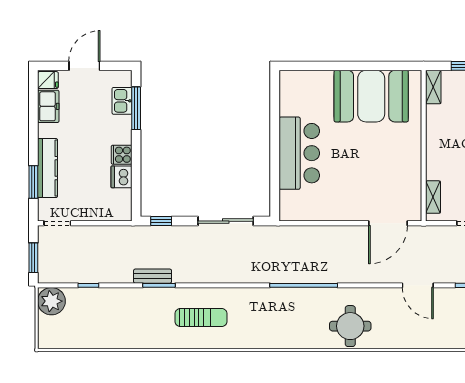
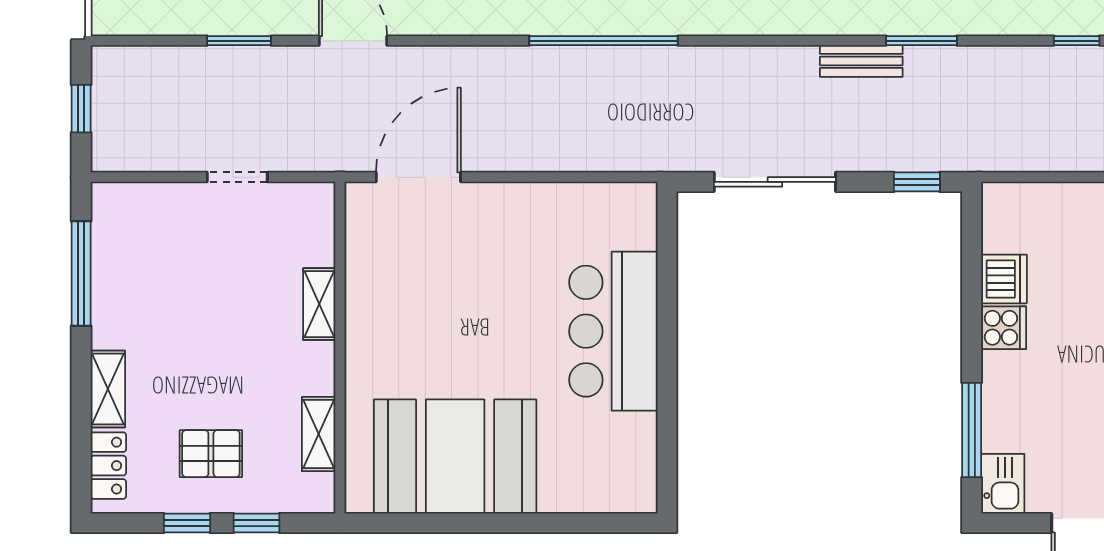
shelving: (433, 87) -> (319, 434), moved
kitchen sink: (122, 101) -> (1003, 484), moved
shelving: (433, 197) -> (319, 304), moved
bench: (153, 276) -> (861, 61), moved

